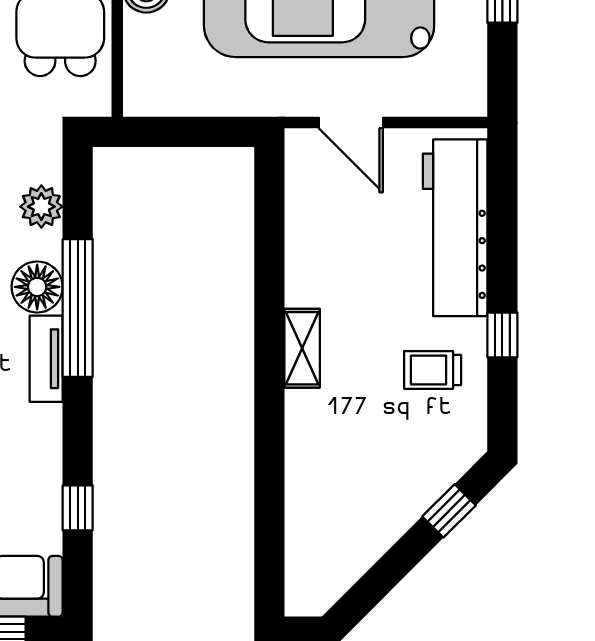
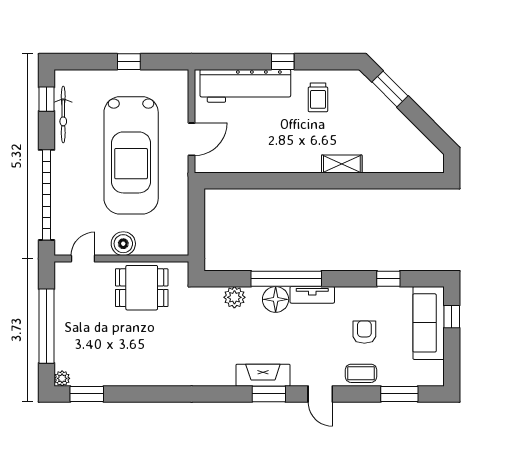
window: (502, 335) -> (283, 62), moved
shelving: (302, 348) -> (342, 164), moved
window: (449, 511) -> (390, 89), width x1.50

